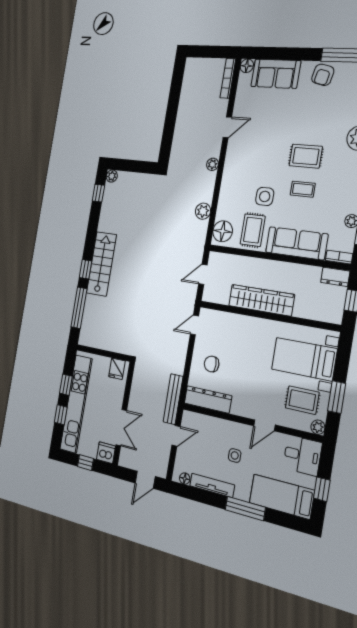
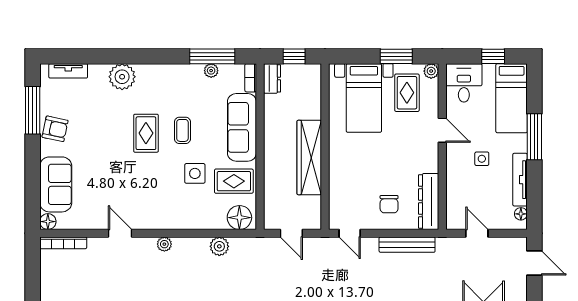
bench: (173, 399) -> (407, 245), moved

